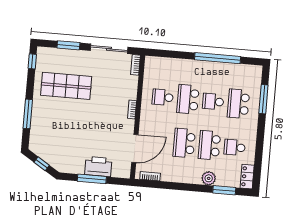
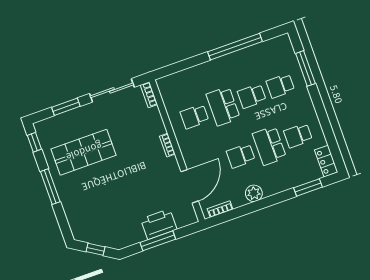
school desk: (238, 104) -> (280, 86), width x0.54
window: (28, 114) -> (50, 187), moved
school desk: (184, 143) -> (241, 156), width x0.54
plant: (209, 178) -> (254, 193), moved

